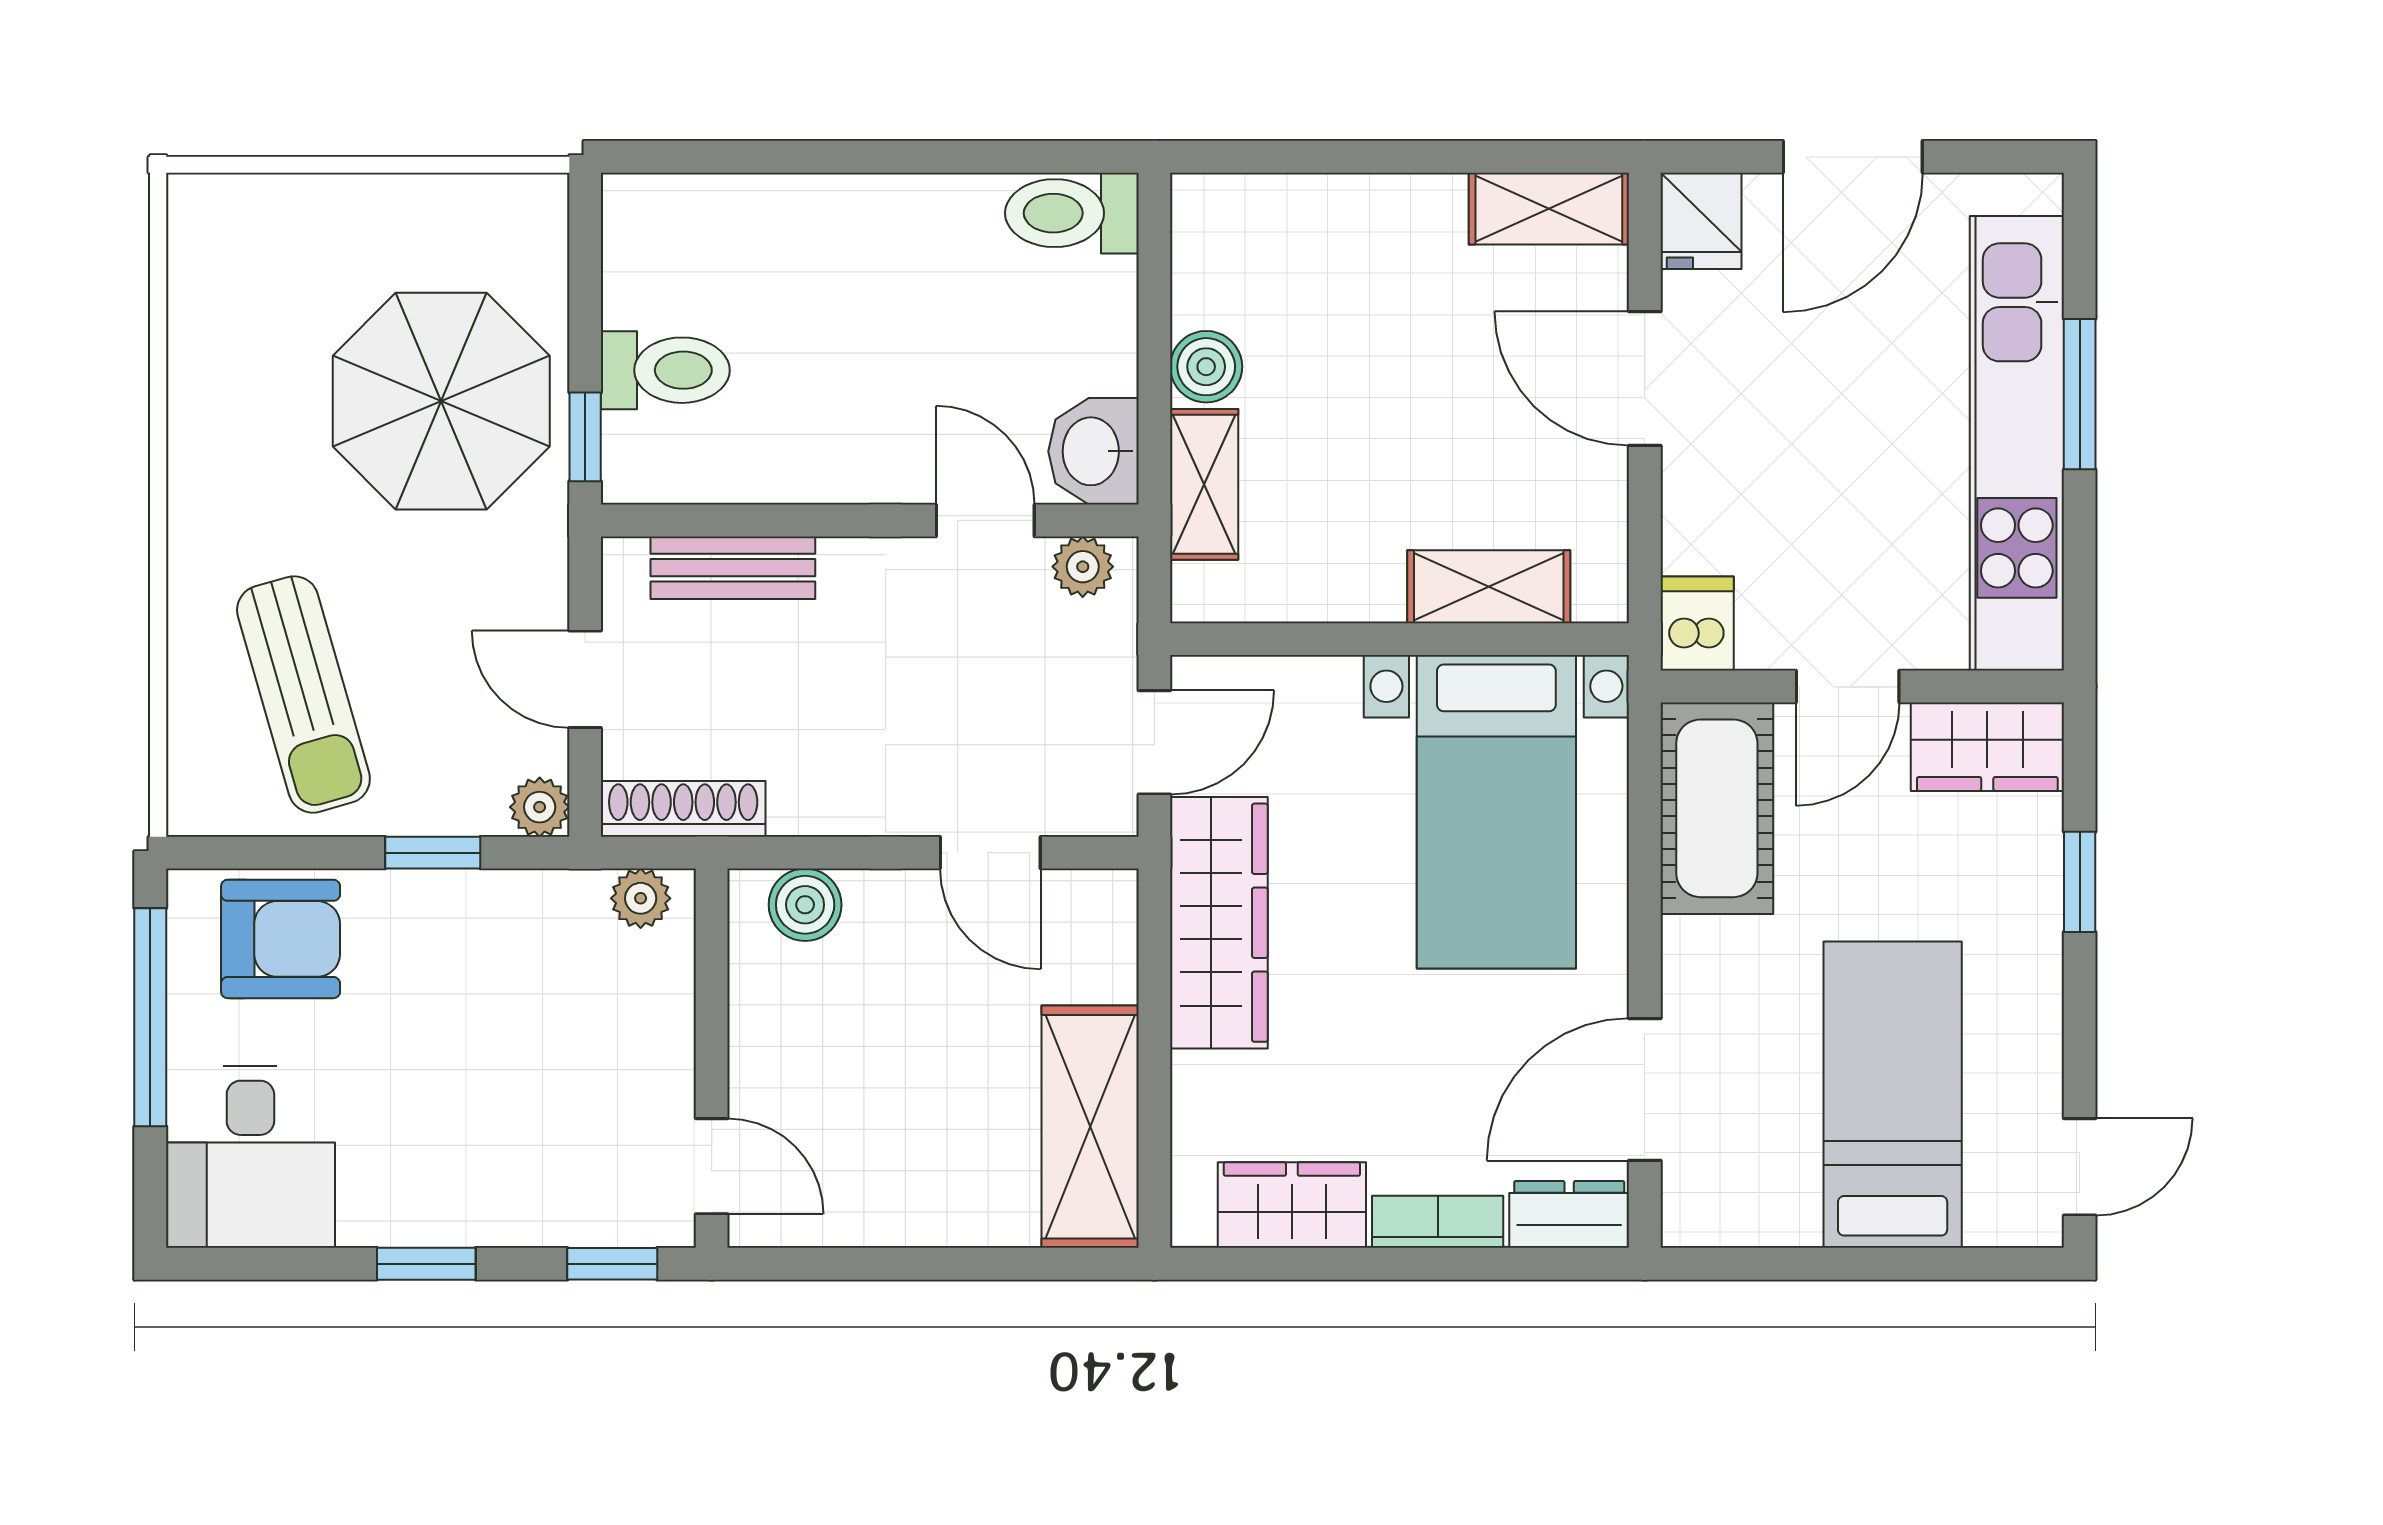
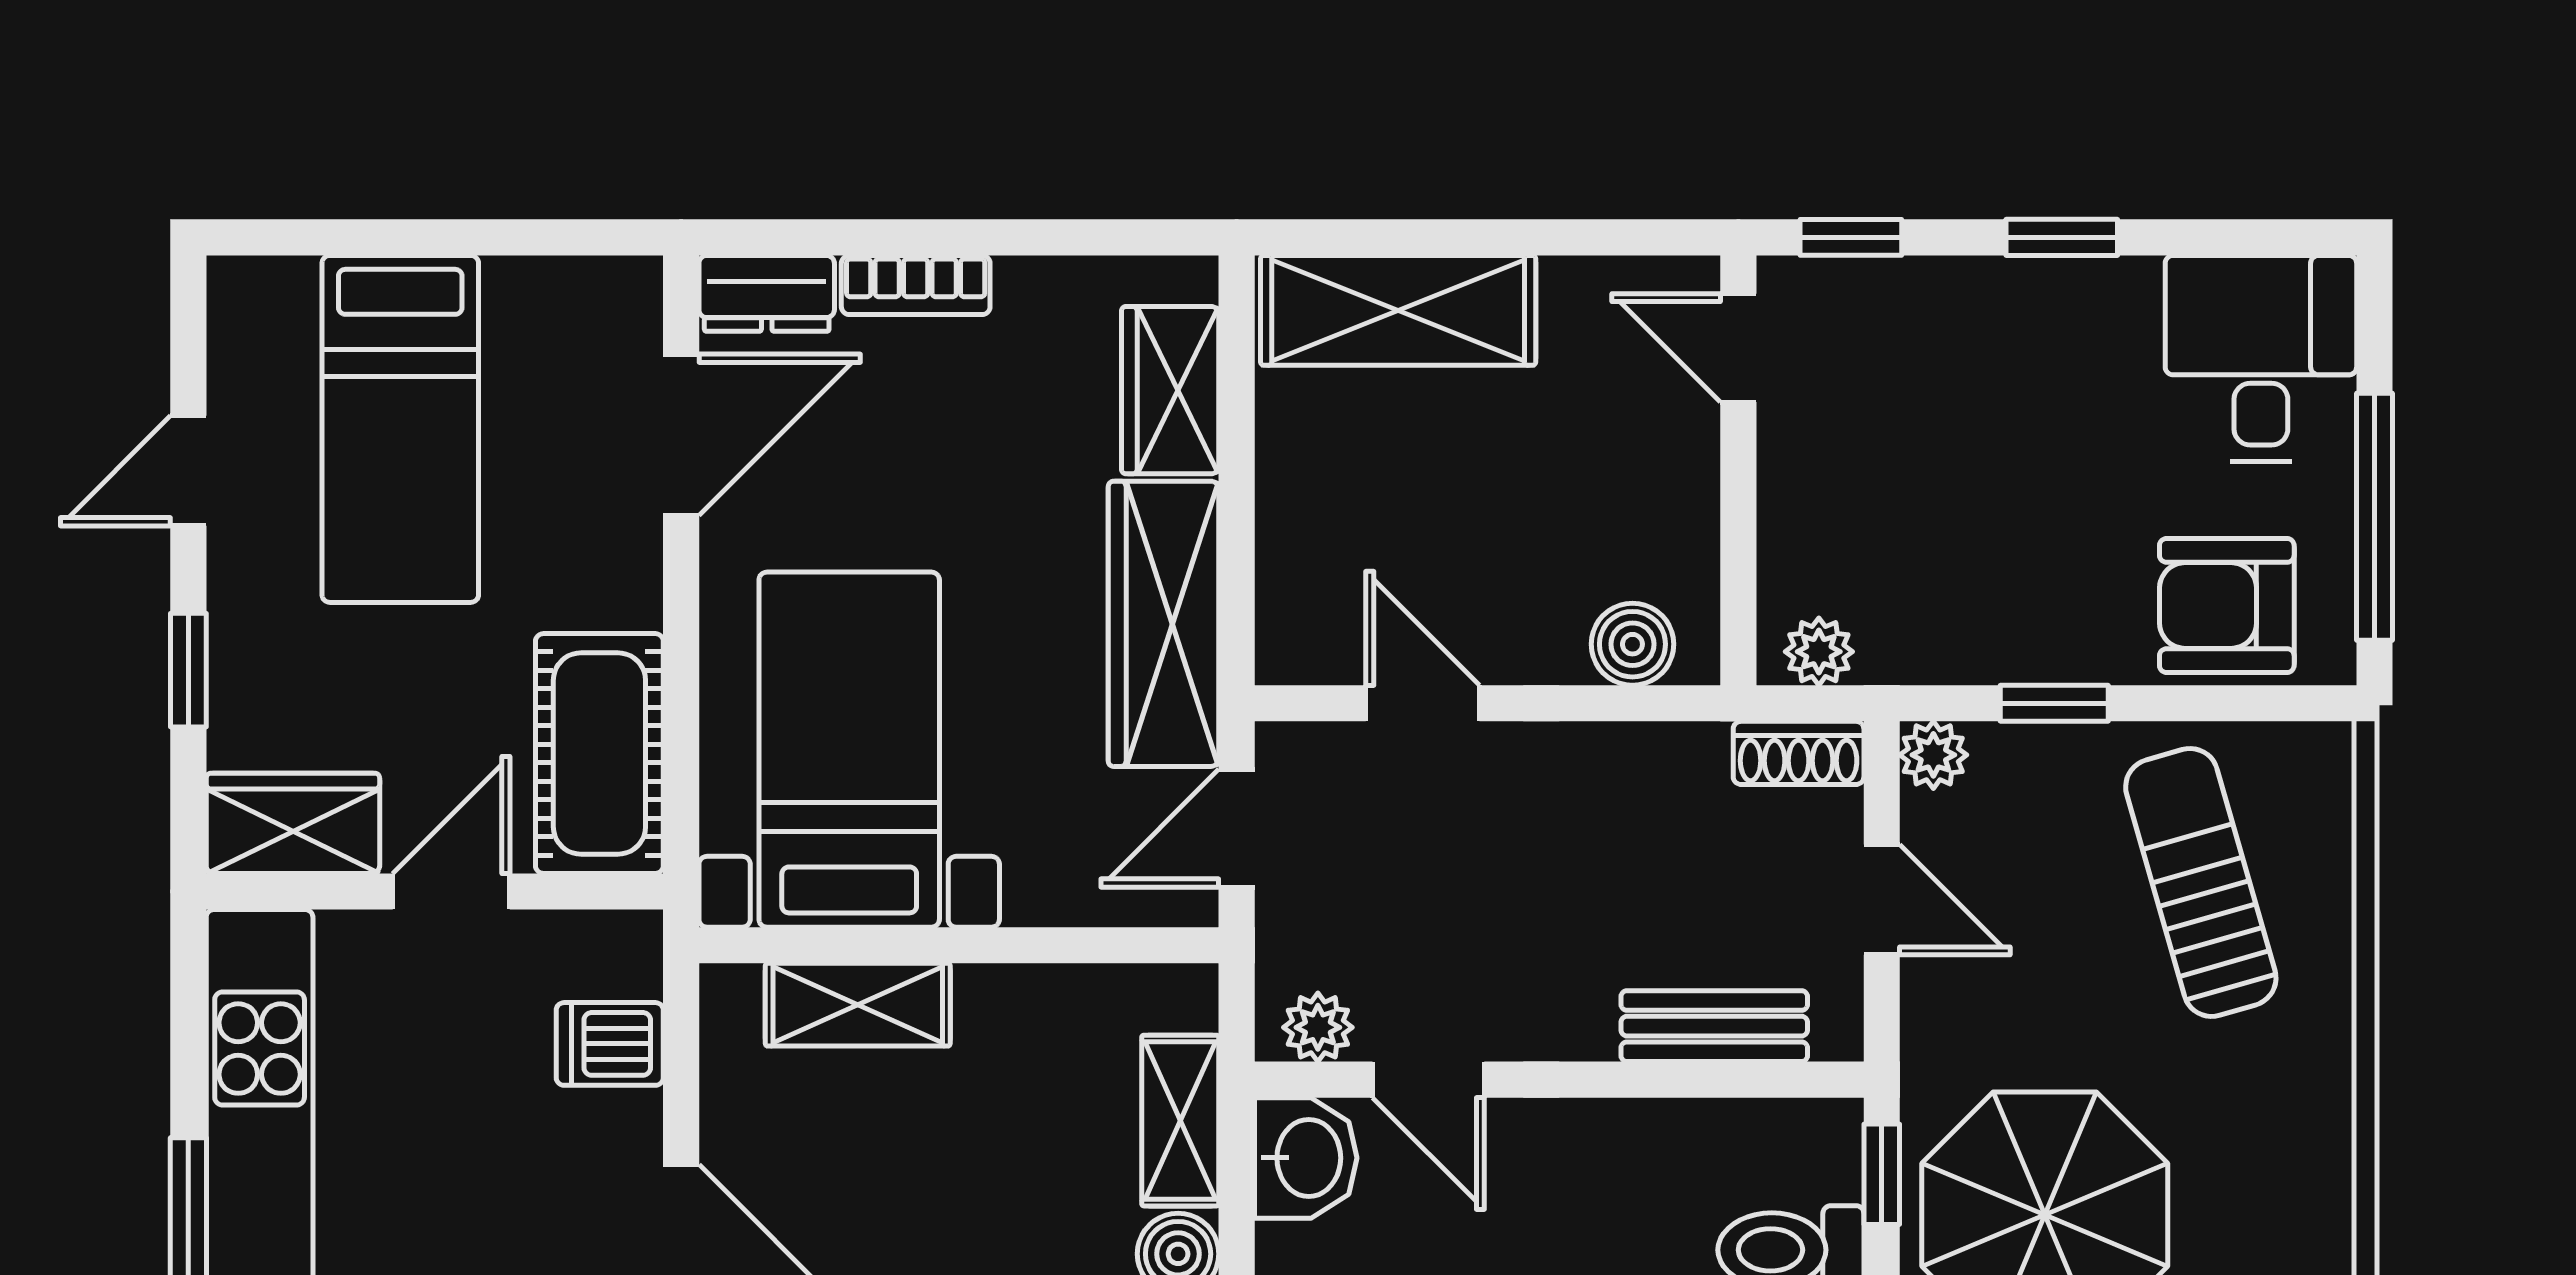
dishwasher: (1697, 624) -> (610, 1044), moved, turned 90
shoe rack: (683, 809) -> (1799, 753), width x0.70
shelving: (1090, 1127) -> (1398, 310), moved, turned 90
door: (2080, 1167) -> (188, 471), moved
wardrobe: (1292, 1205) -> (1170, 390), moved, turned 90

